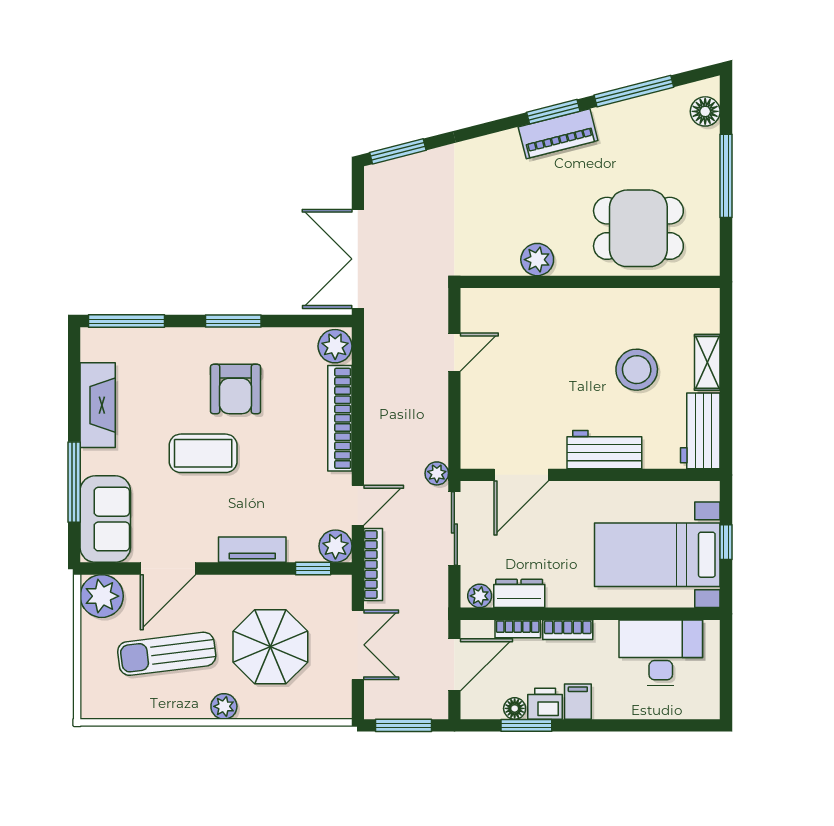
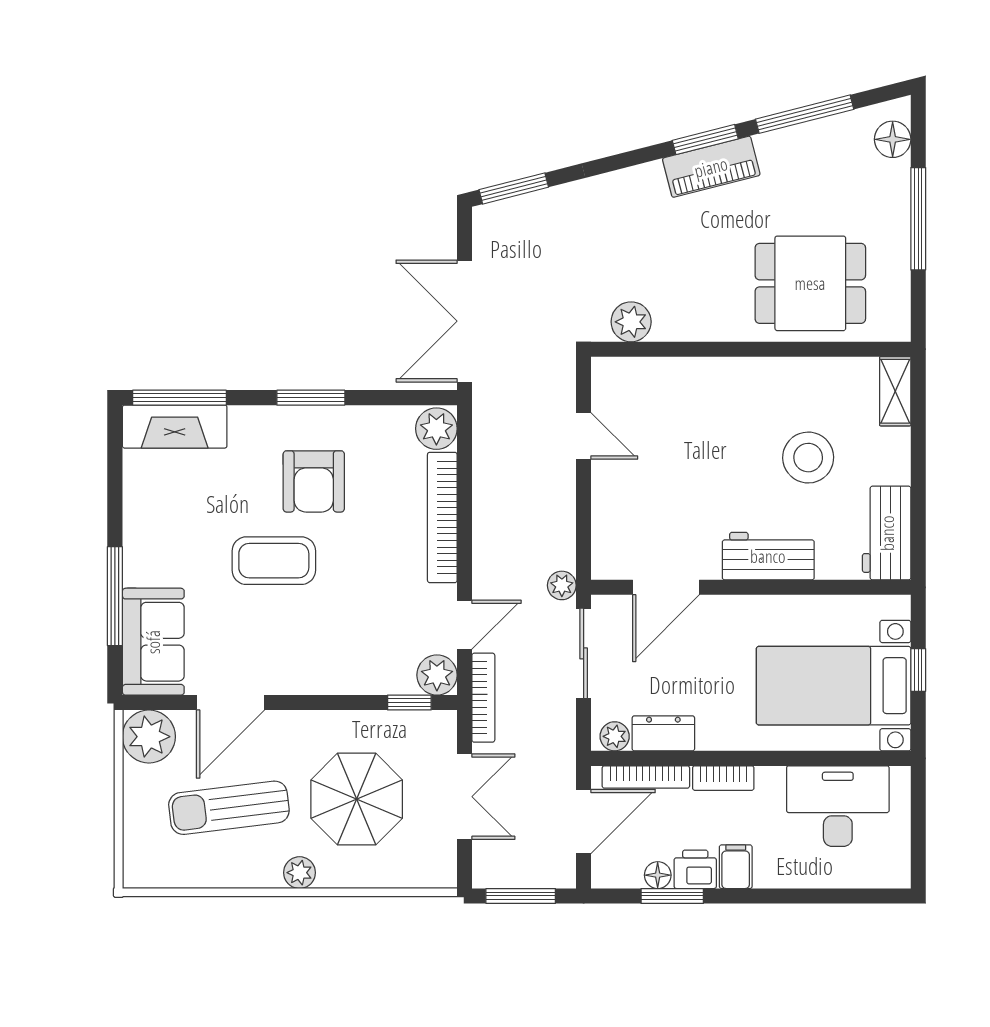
plant: (537, 260) -> (631, 322), moved
door: (454, 352) -> (584, 436), hinge flipped
shelving: (707, 362) -> (895, 391), moved
fireplace: (98, 405) -> (175, 427), moved, turned 90
tv unit: (252, 550) -> (334, 679), removed
bookcase: (518, 629) -> (646, 777), width x1.56

